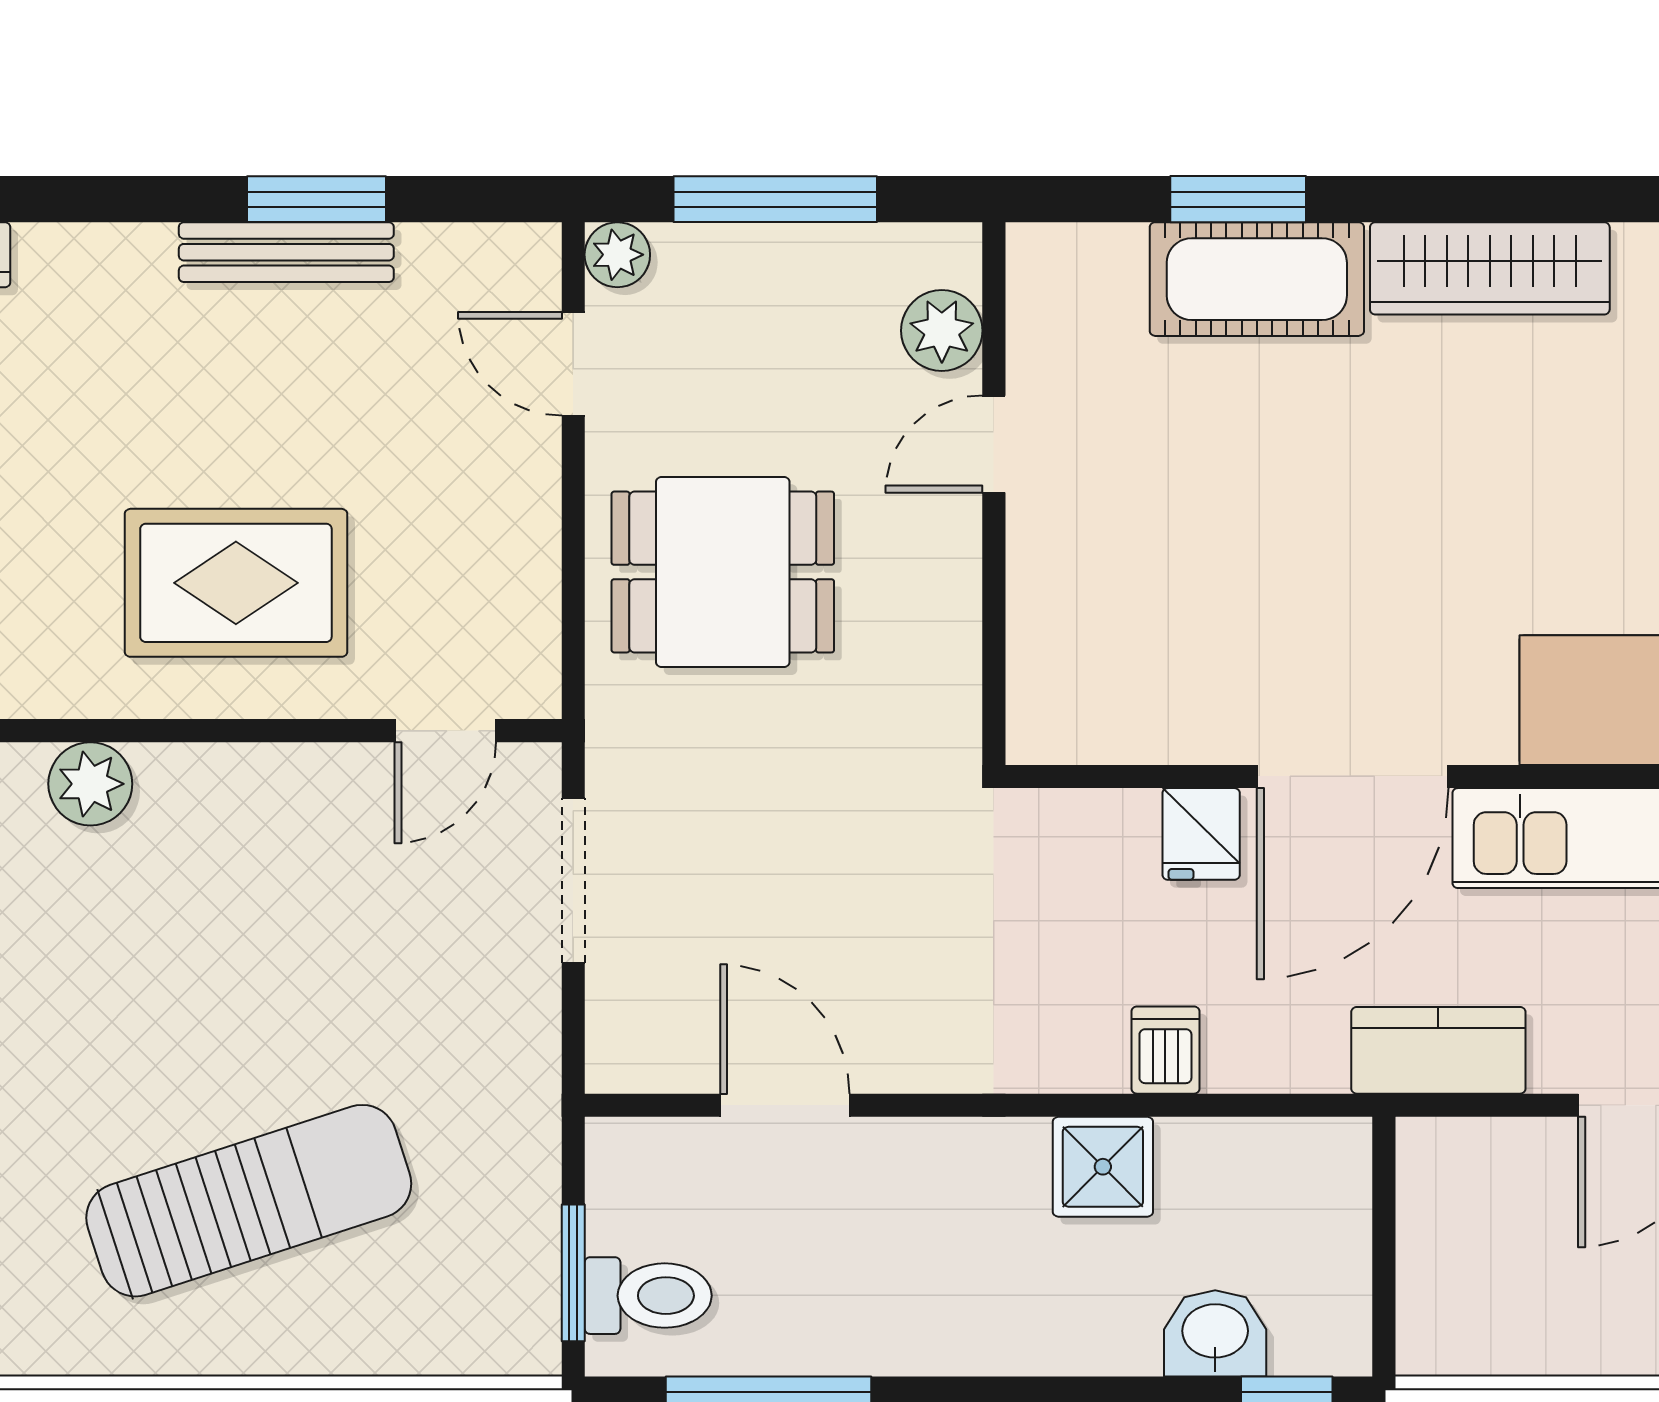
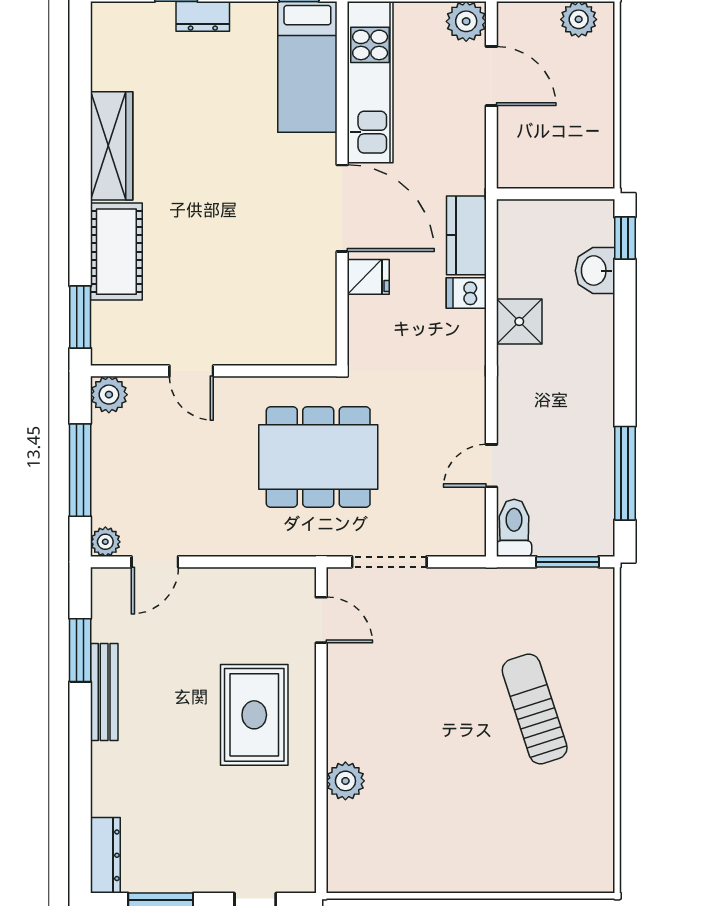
window: (316, 199) -> (80, 650), moved
window: (1238, 199) -> (80, 317), moved
plant: (942, 331) -> (109, 395), moved
dining table: (723, 572) -> (318, 457), moved, width x1.37
kitchen counter: (1438, 1050) -> (466, 235), moved
door: (785, 1105) -> (491, 466), width x0.73
sun lounger: (249, 1201) -> (535, 709), width x0.73, depth x0.75
toilet: (648, 1296) -> (514, 528), moved

